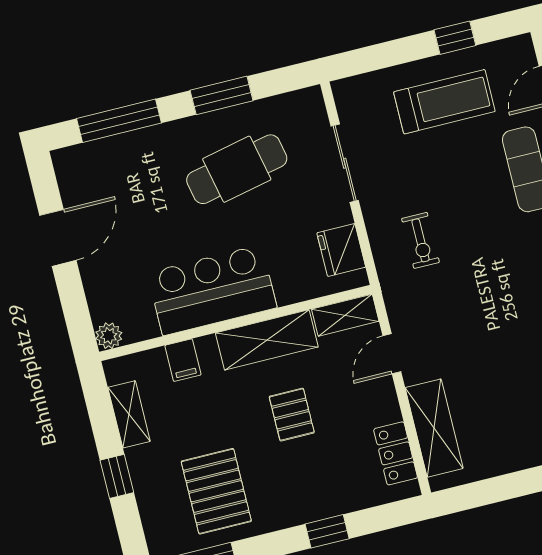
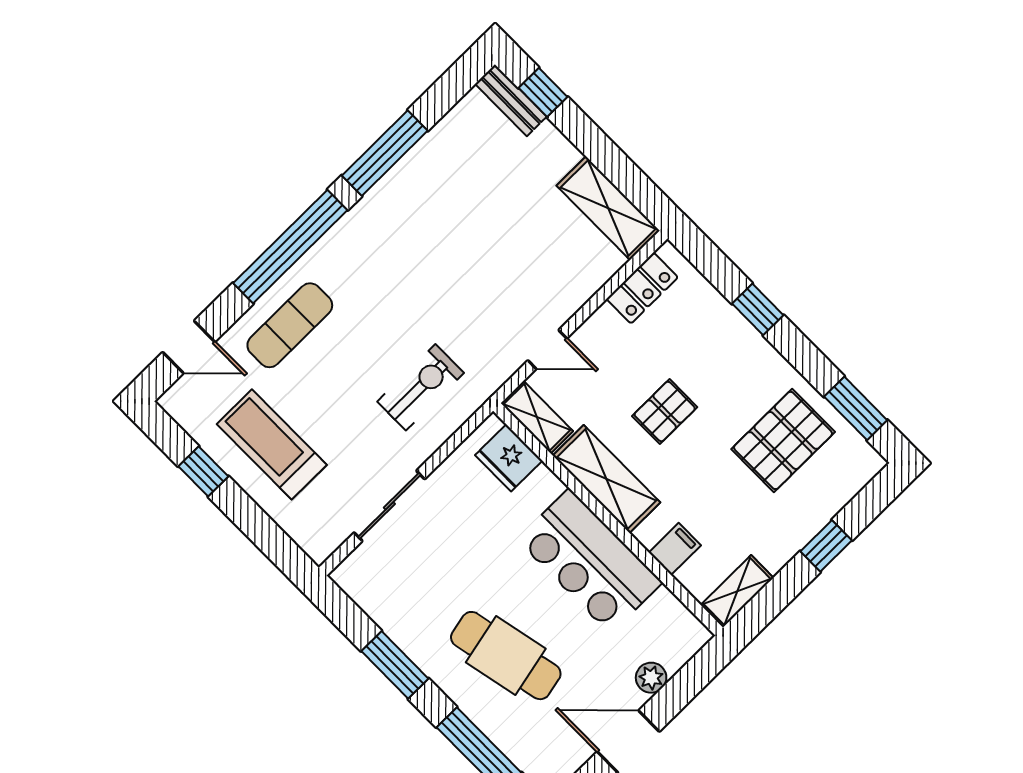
cafe table: (237, 169) -> (506, 656), moved
exercise bike: (421, 240) -> (421, 387), width x1.38, depth x1.39
fridge: (341, 250) -> (509, 458), moved, turned 90
plant: (109, 336) -> (651, 678), moved
shelving: (129, 414) -> (737, 591), moved
shelving: (434, 428) -> (608, 208), moved, turned 90

